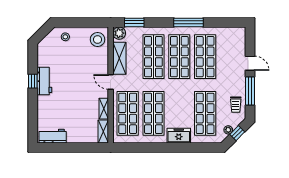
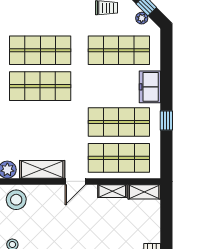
shop shelf: (153, 57) -> (40, 122), removed
window: (155, 148) -> (166, 121), added

